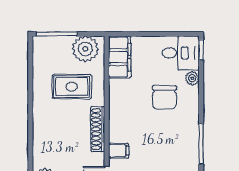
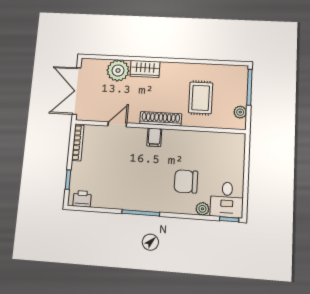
plant: (85, 49) -> (240, 112), width x0.53, depth x0.53
filing cabinet: (120, 57) -> (226, 142), removed
wardrobe: (42, 151) -> (145, 69), added
filing cabinet: (119, 151) -> (154, 137), moved

